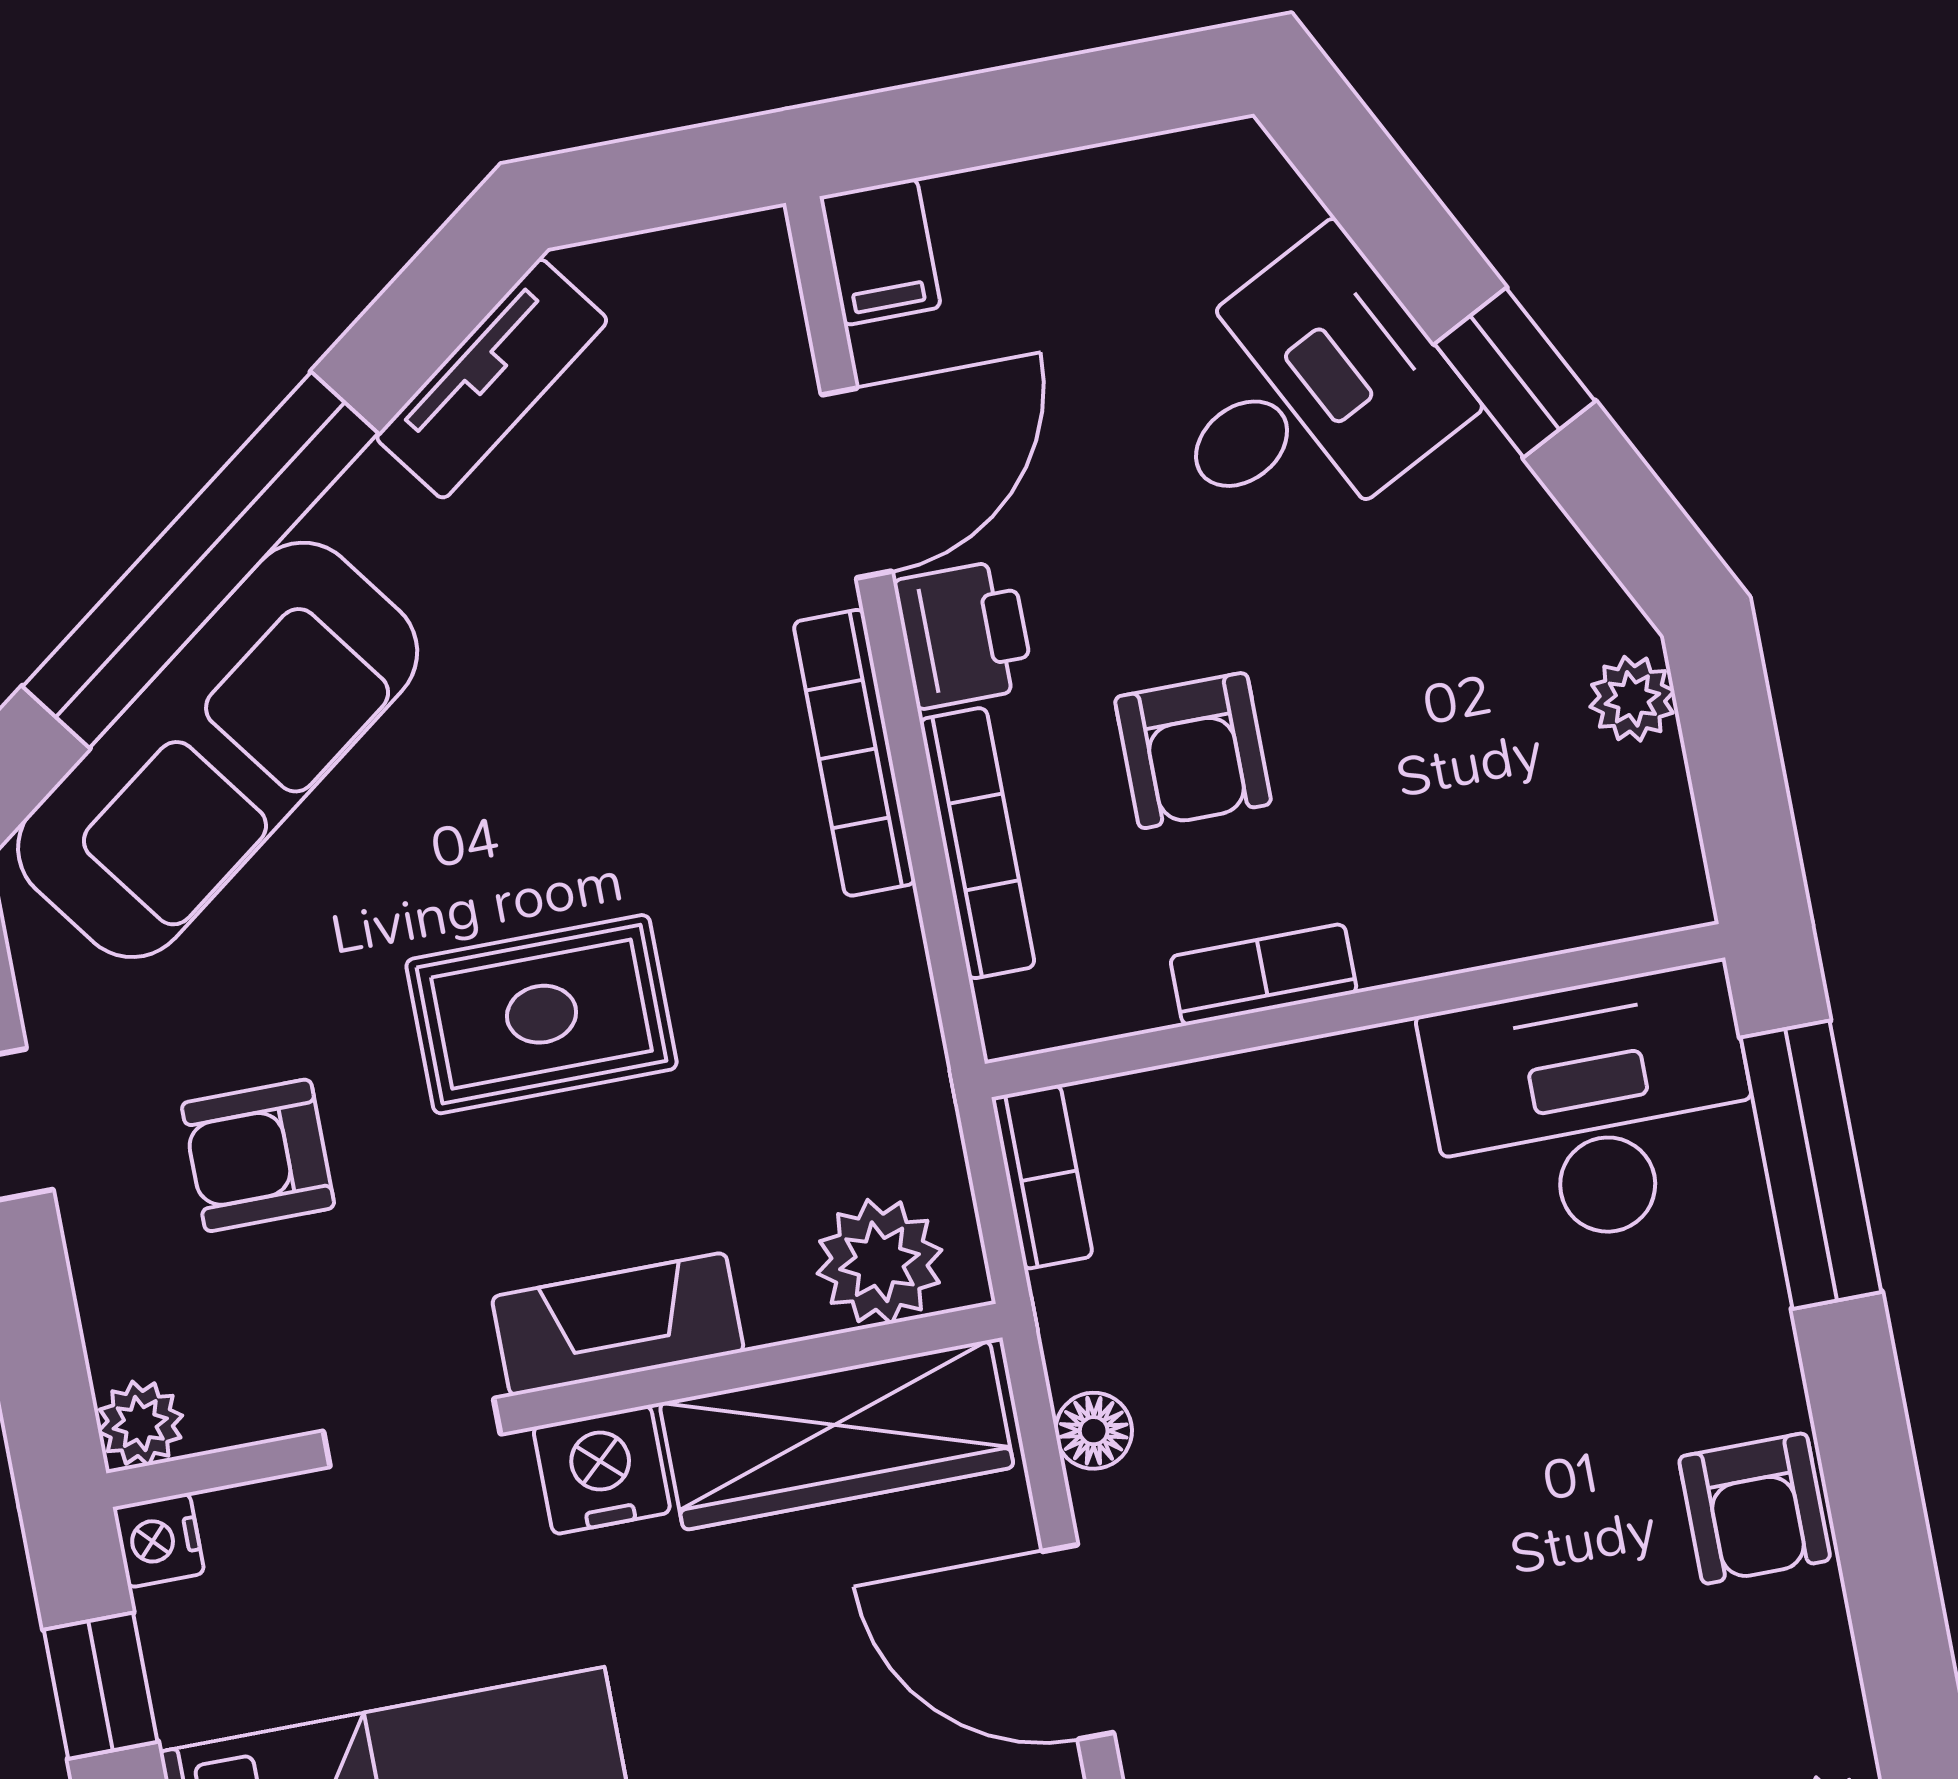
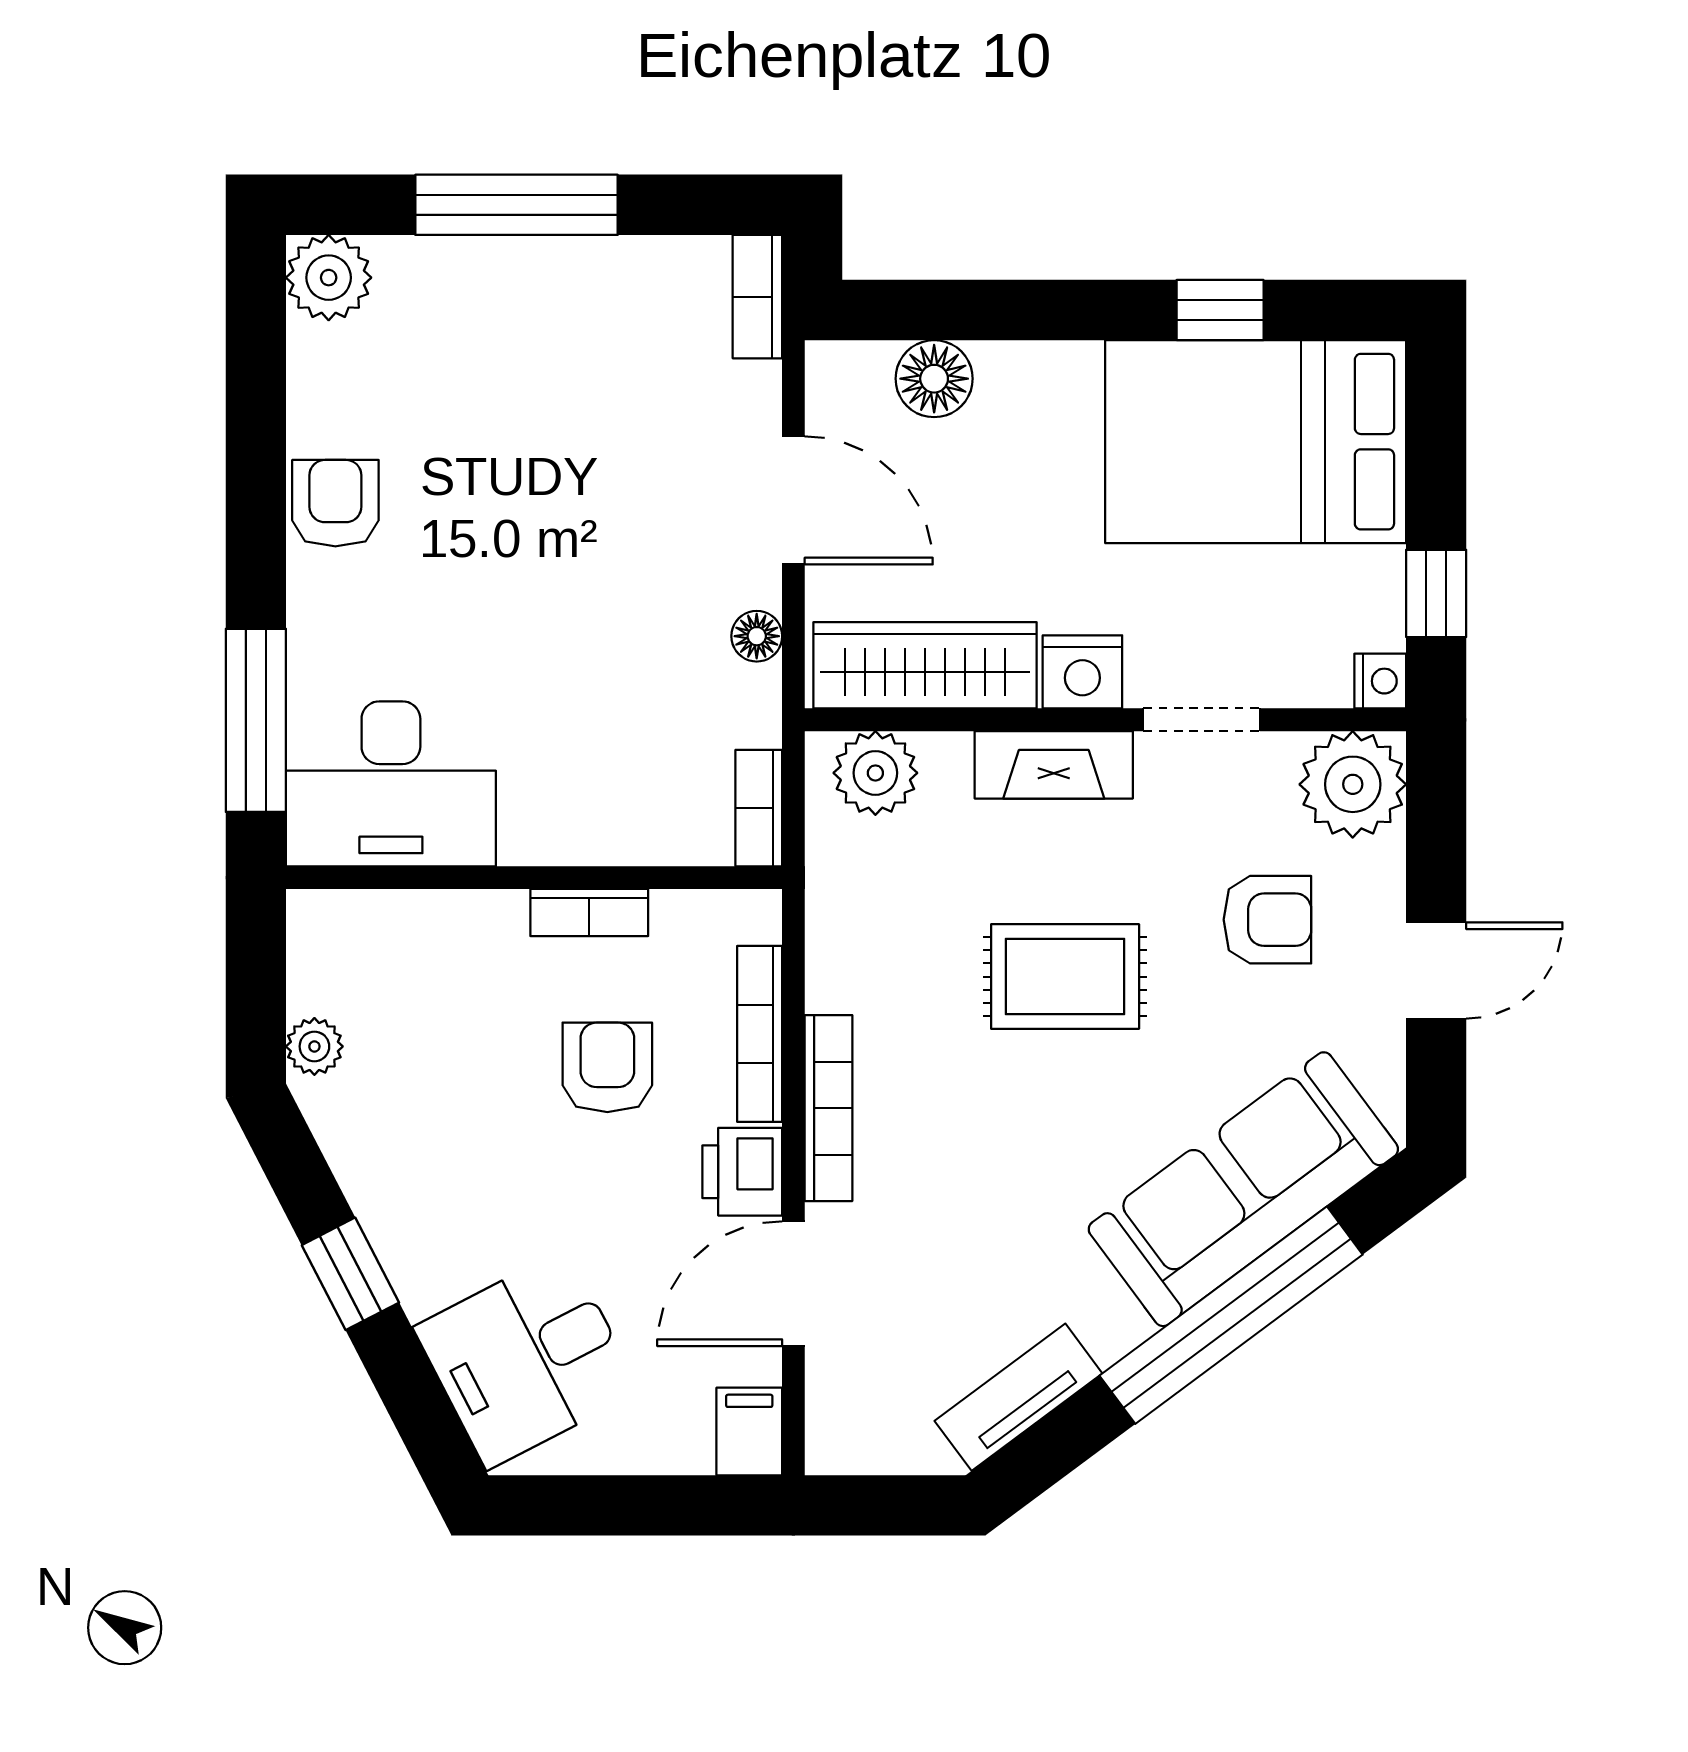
desk: (1306, 393) -> (527, 1359), moved
plant: (140, 1424) -> (1353, 784), width x1.88, depth x1.88

